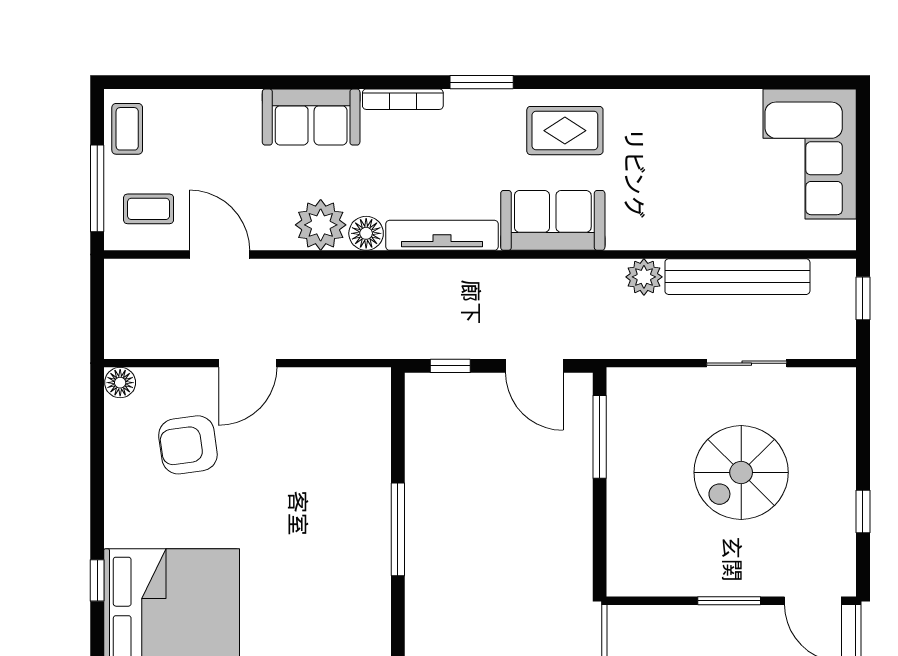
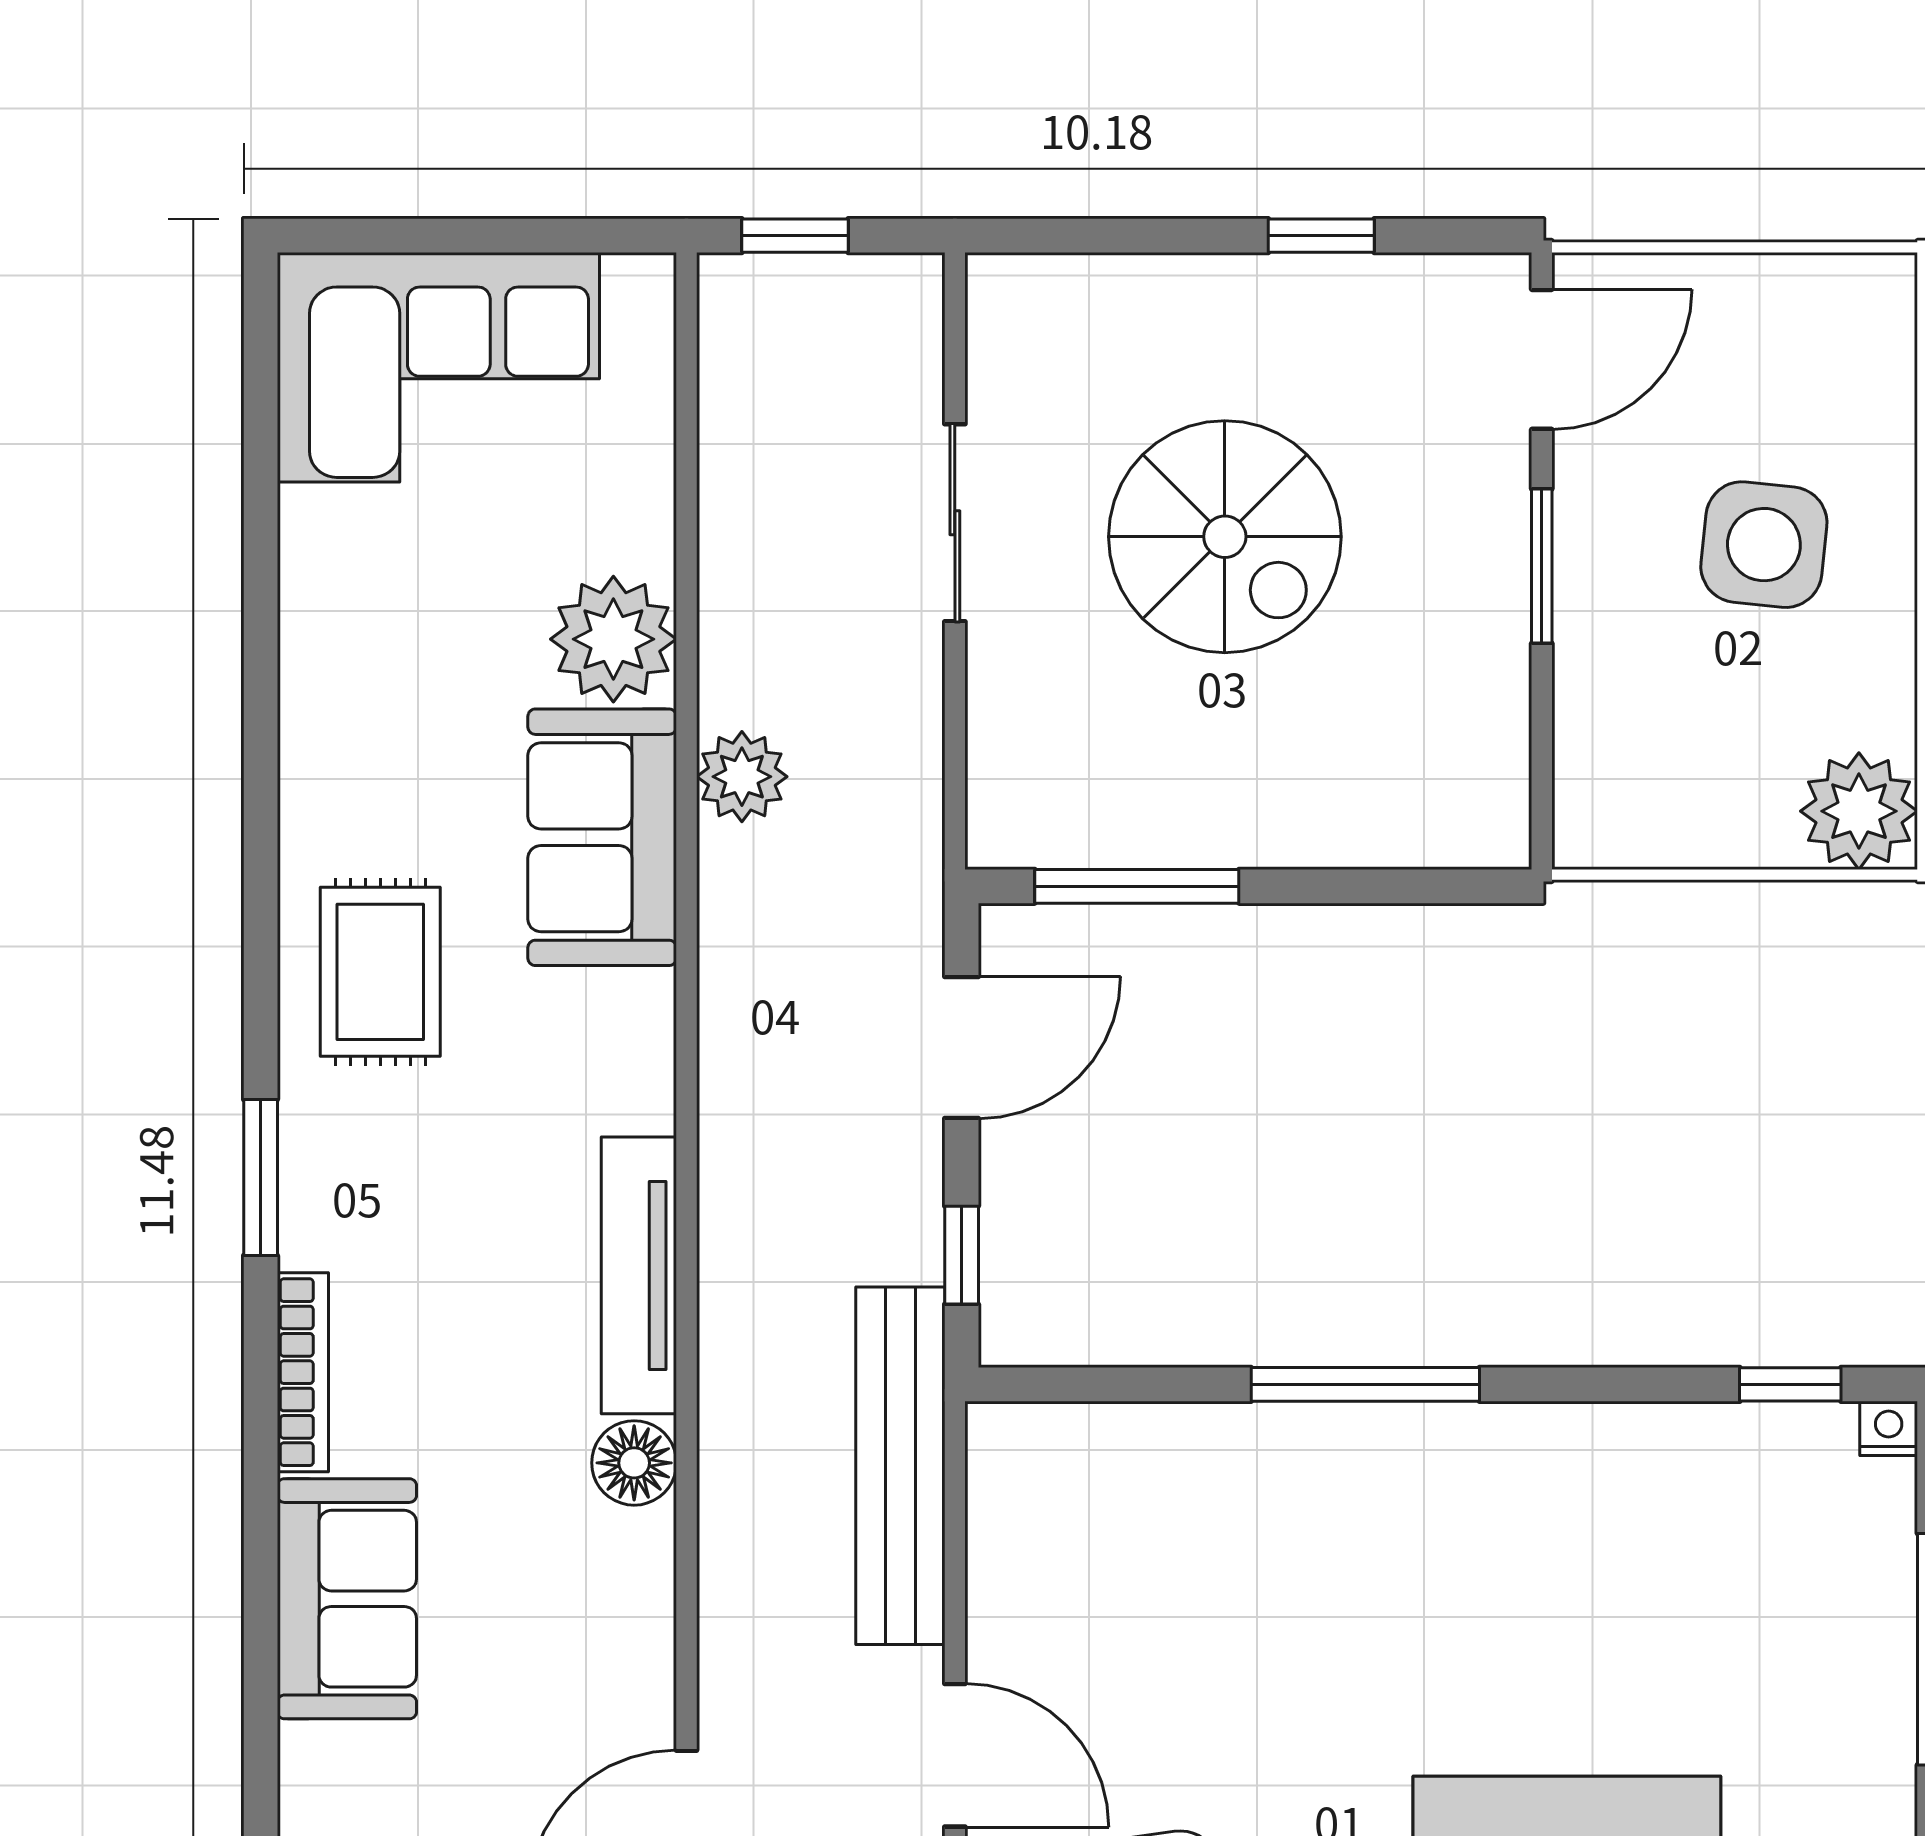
sofa: (553, 220) -> (602, 837), moved
plant: (321, 225) -> (613, 639), moved
bench: (737, 277) -> (900, 1466), moved

